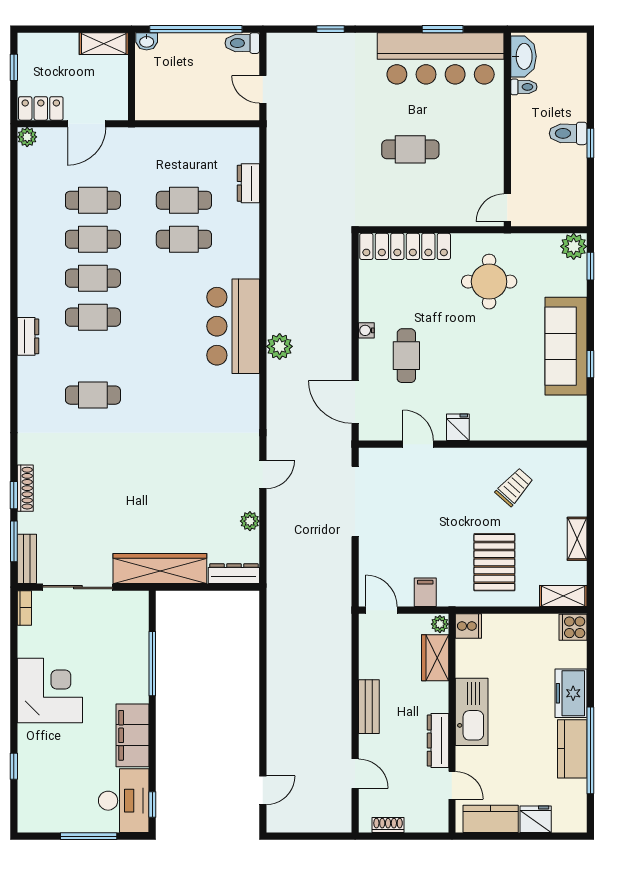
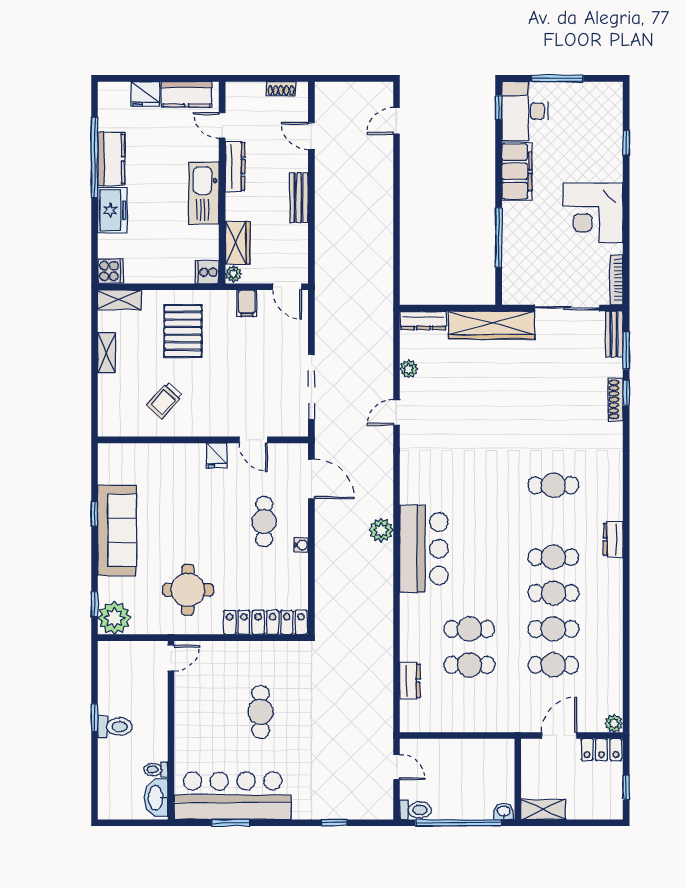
cafe table: (410, 149) -> (261, 712), turned 90
plant: (574, 246) -> (114, 618), width x1.36, depth x1.36
bookcase: (24, 608) -> (617, 280), width x1.56

